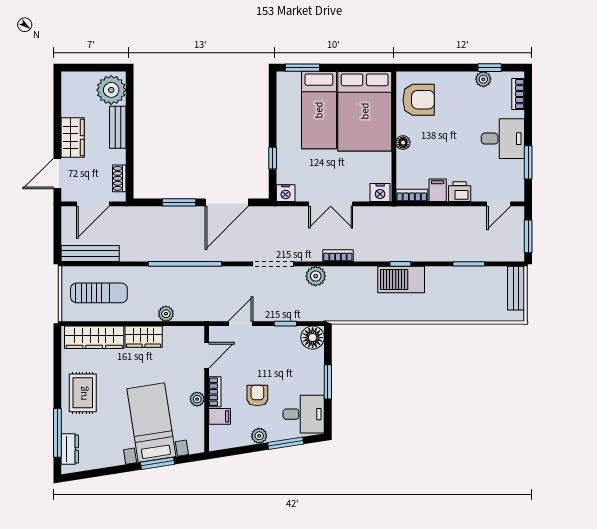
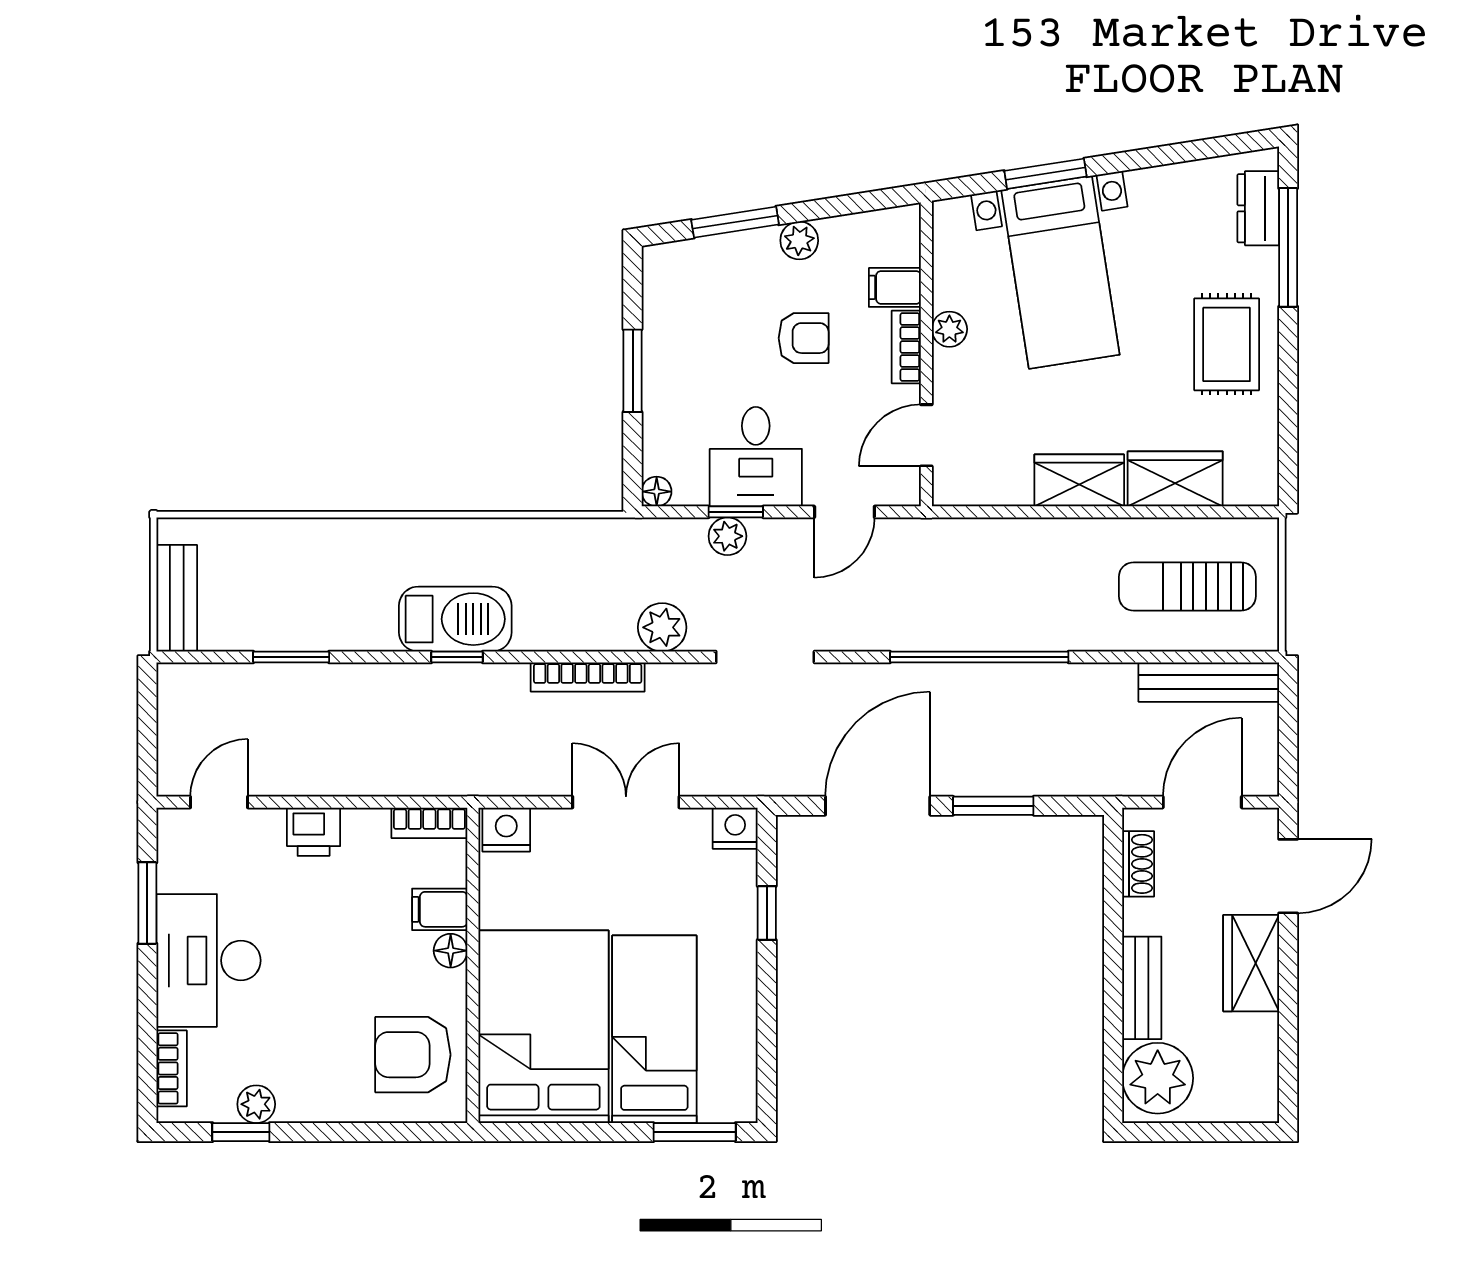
desk: (503, 139) -> (209, 960), width x1.37
filing cabinet: (438, 190) -> (440, 909), moved, turned 90
window: (528, 236) -> (147, 723), removed
bookcase: (338, 256) -> (588, 677), width x1.56
plant: (166, 314) -> (727, 536), moved
wardrobe: (94, 337) -> (1175, 479), width x0.67
floor lamp: (313, 338) -> (657, 492), width x0.53, depth x0.53
armchair: (257, 395) -> (804, 338), turned -90
desk: (304, 414) -> (756, 457), moved, turned -90

